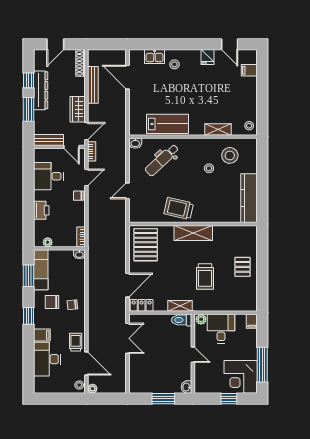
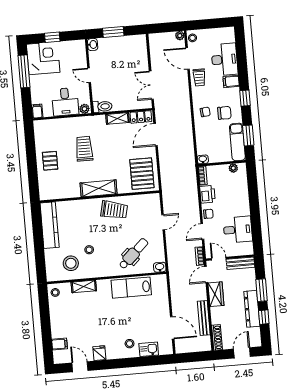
printer: (41, 210) -> (207, 194), moved, turned 180
shelving: (180, 306) -> (118, 118), moved

